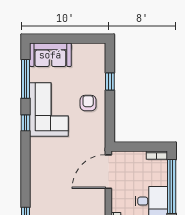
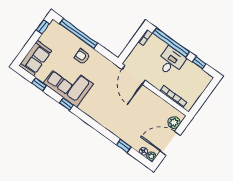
window: (89, 39) -> (43, 27), added
window: (26, 79) -> (39, 84), width x0.46
window: (110, 82) -> (79, 33), width x3.17

